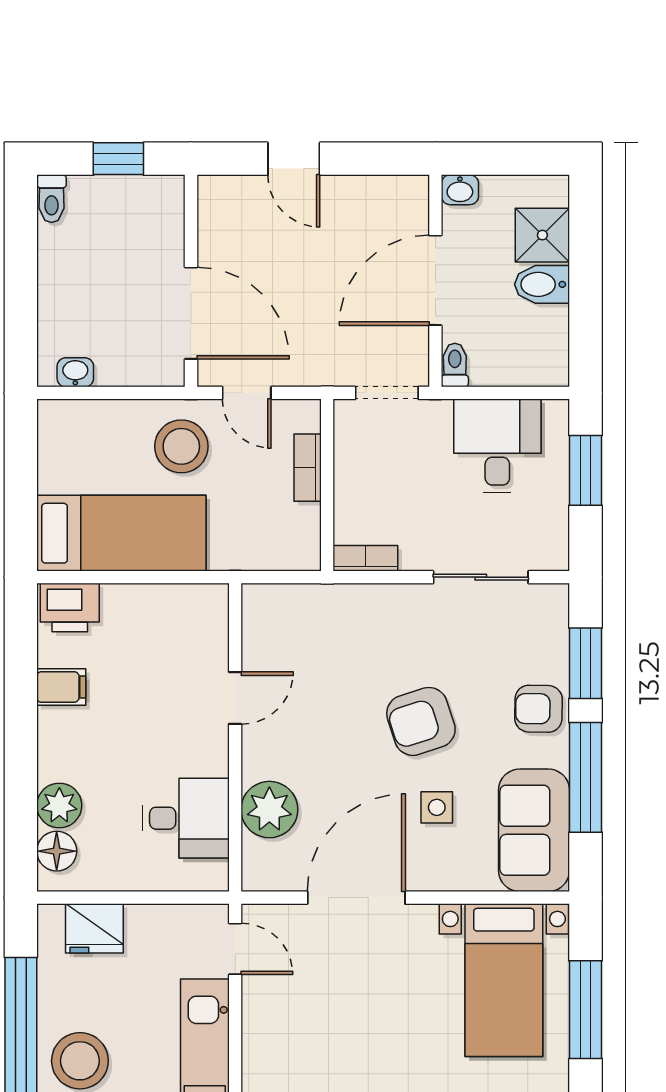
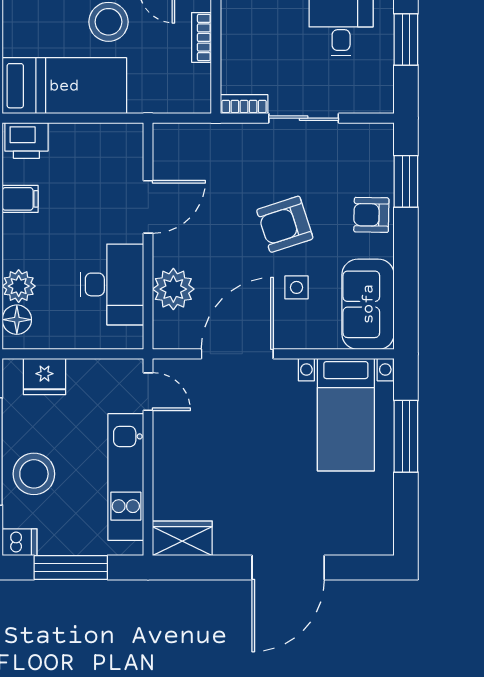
sliding door: (481, 577) -> (304, 118), moved
door: (235, 698) -> (148, 207), width x1.38
window: (586, 777) -> (406, 265), removed
desk: (186, 818) -> (112, 284), width x1.37

